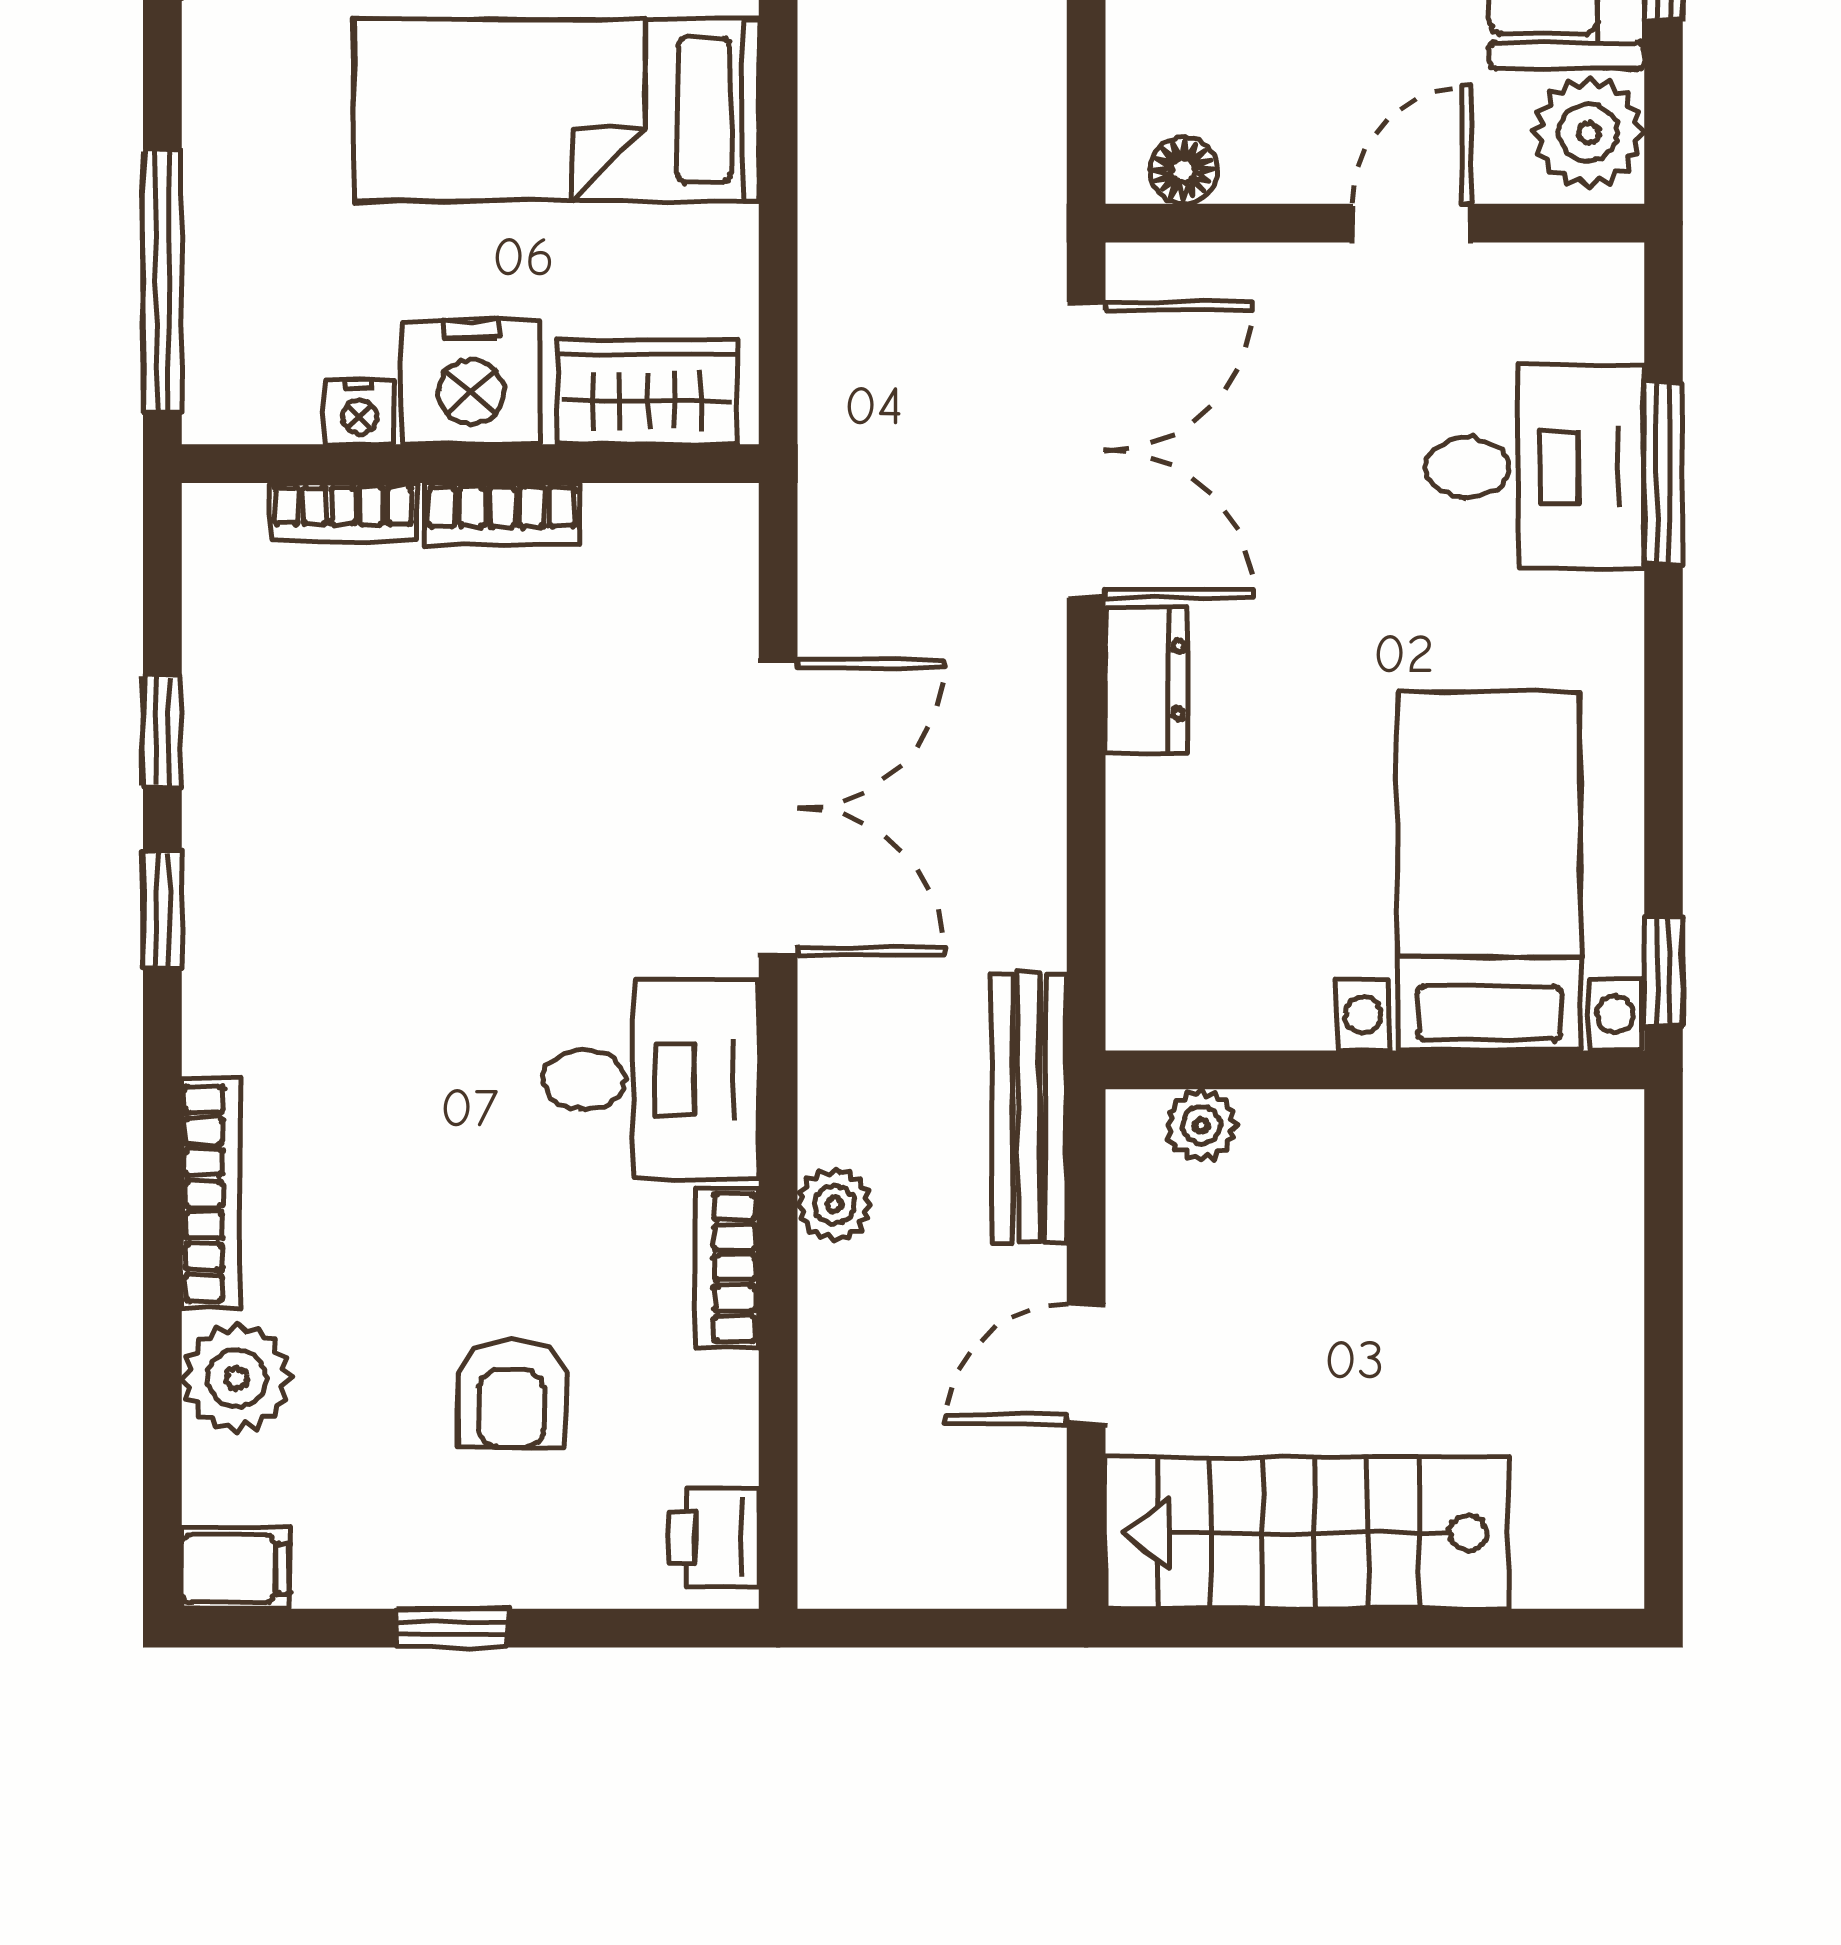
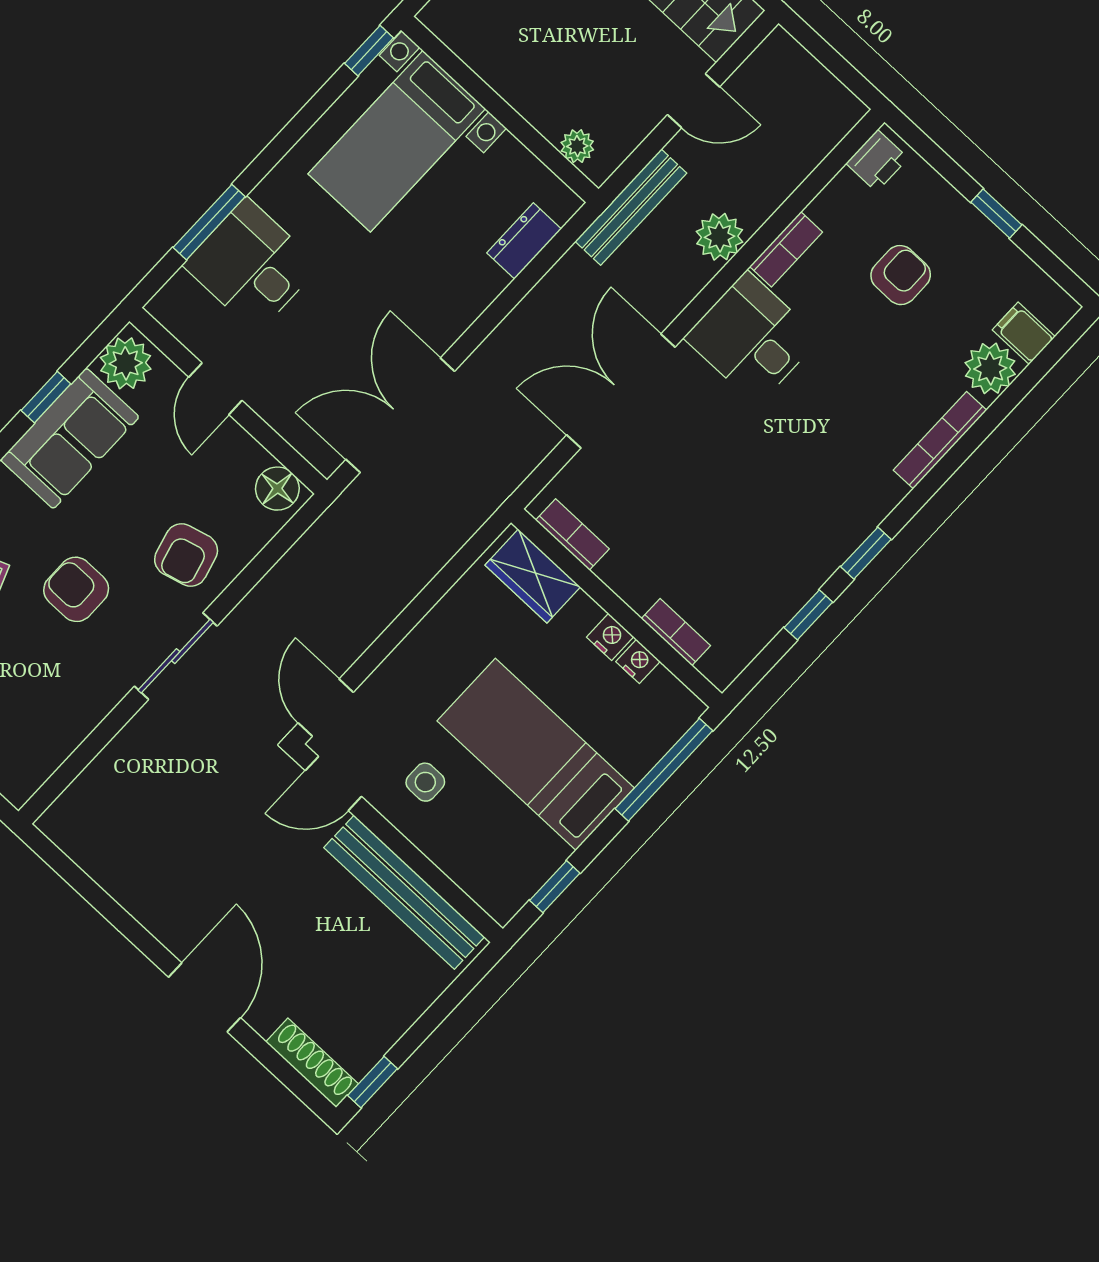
bed: (557, 110) -> (536, 754), moved, turned 180
floor lamp: (1183, 170) -> (277, 489), width x1.37, depth x1.37
door: (1412, 223) -> (215, 389), hinge flipped
nightstand: (471, 382) -> (610, 637), width x0.53, depth x0.56
bookcase: (502, 514) -> (572, 534), moved
dresser: (1146, 680) -> (524, 241), moved
plant: (835, 1205) -> (720, 237), width x1.38, depth x1.38
filing cabinet: (236, 1568) -> (1024, 333), moved

